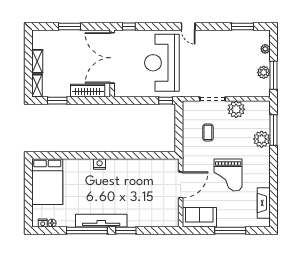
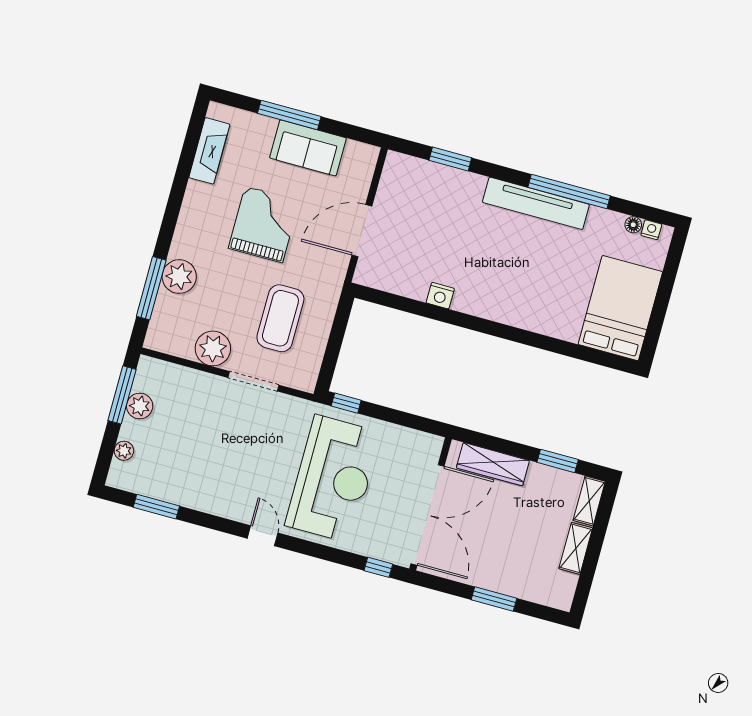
coffee table: (208, 132) -> (280, 318), width x1.86, depth x1.72
nightstand: (100, 164) -> (440, 296), moved
sofa: (199, 217) -> (308, 148), moved
window: (126, 231) -> (450, 159), moved

